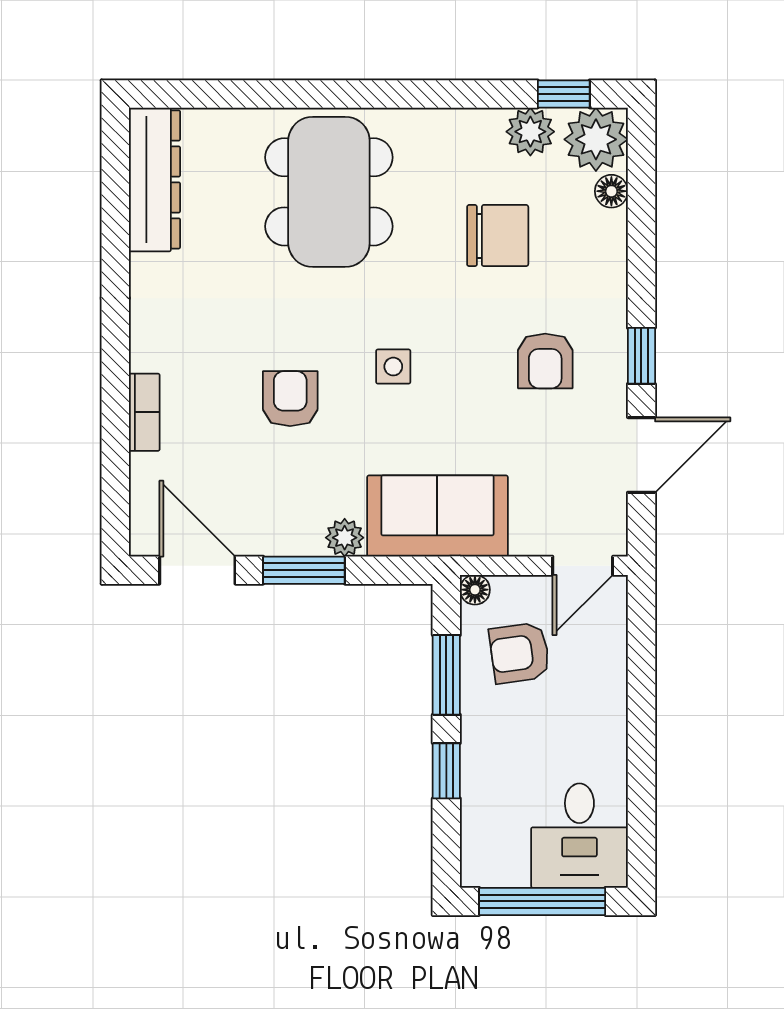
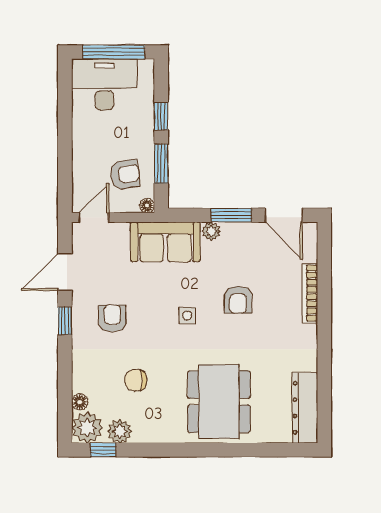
chair: (498, 236) -> (136, 380), width x0.73, depth x0.73
bookcase: (144, 412) -> (310, 293), width x1.56
desk: (579, 836) -> (104, 84), width x1.37

